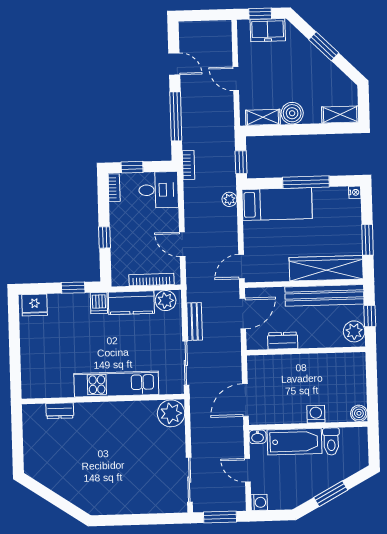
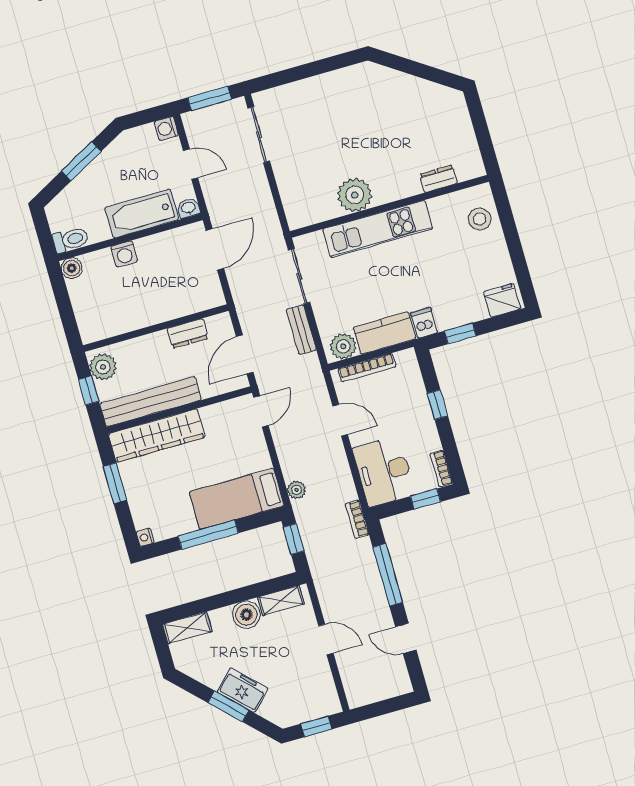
freezer: (268, 30) -> (243, 690), moved, turned 45
desk: (159, 190) -> (384, 471), width x1.37
stool: (36, 372) -> (480, 219), added
plant: (171, 413) -> (355, 195), moved
toilet: (331, 441) -> (71, 240), moved, turned 90

